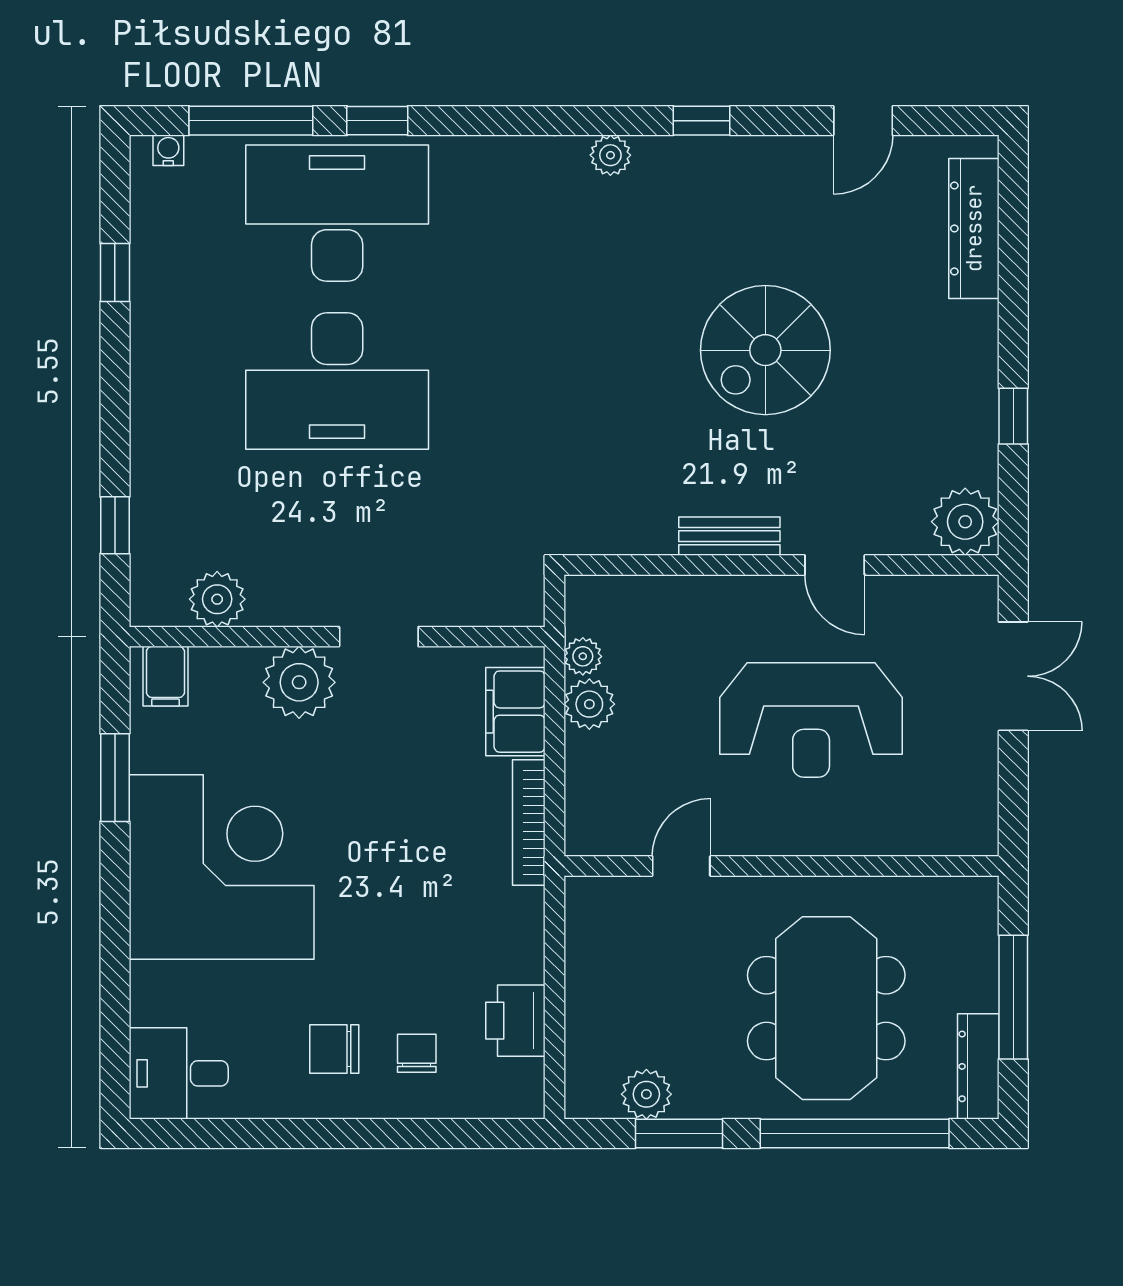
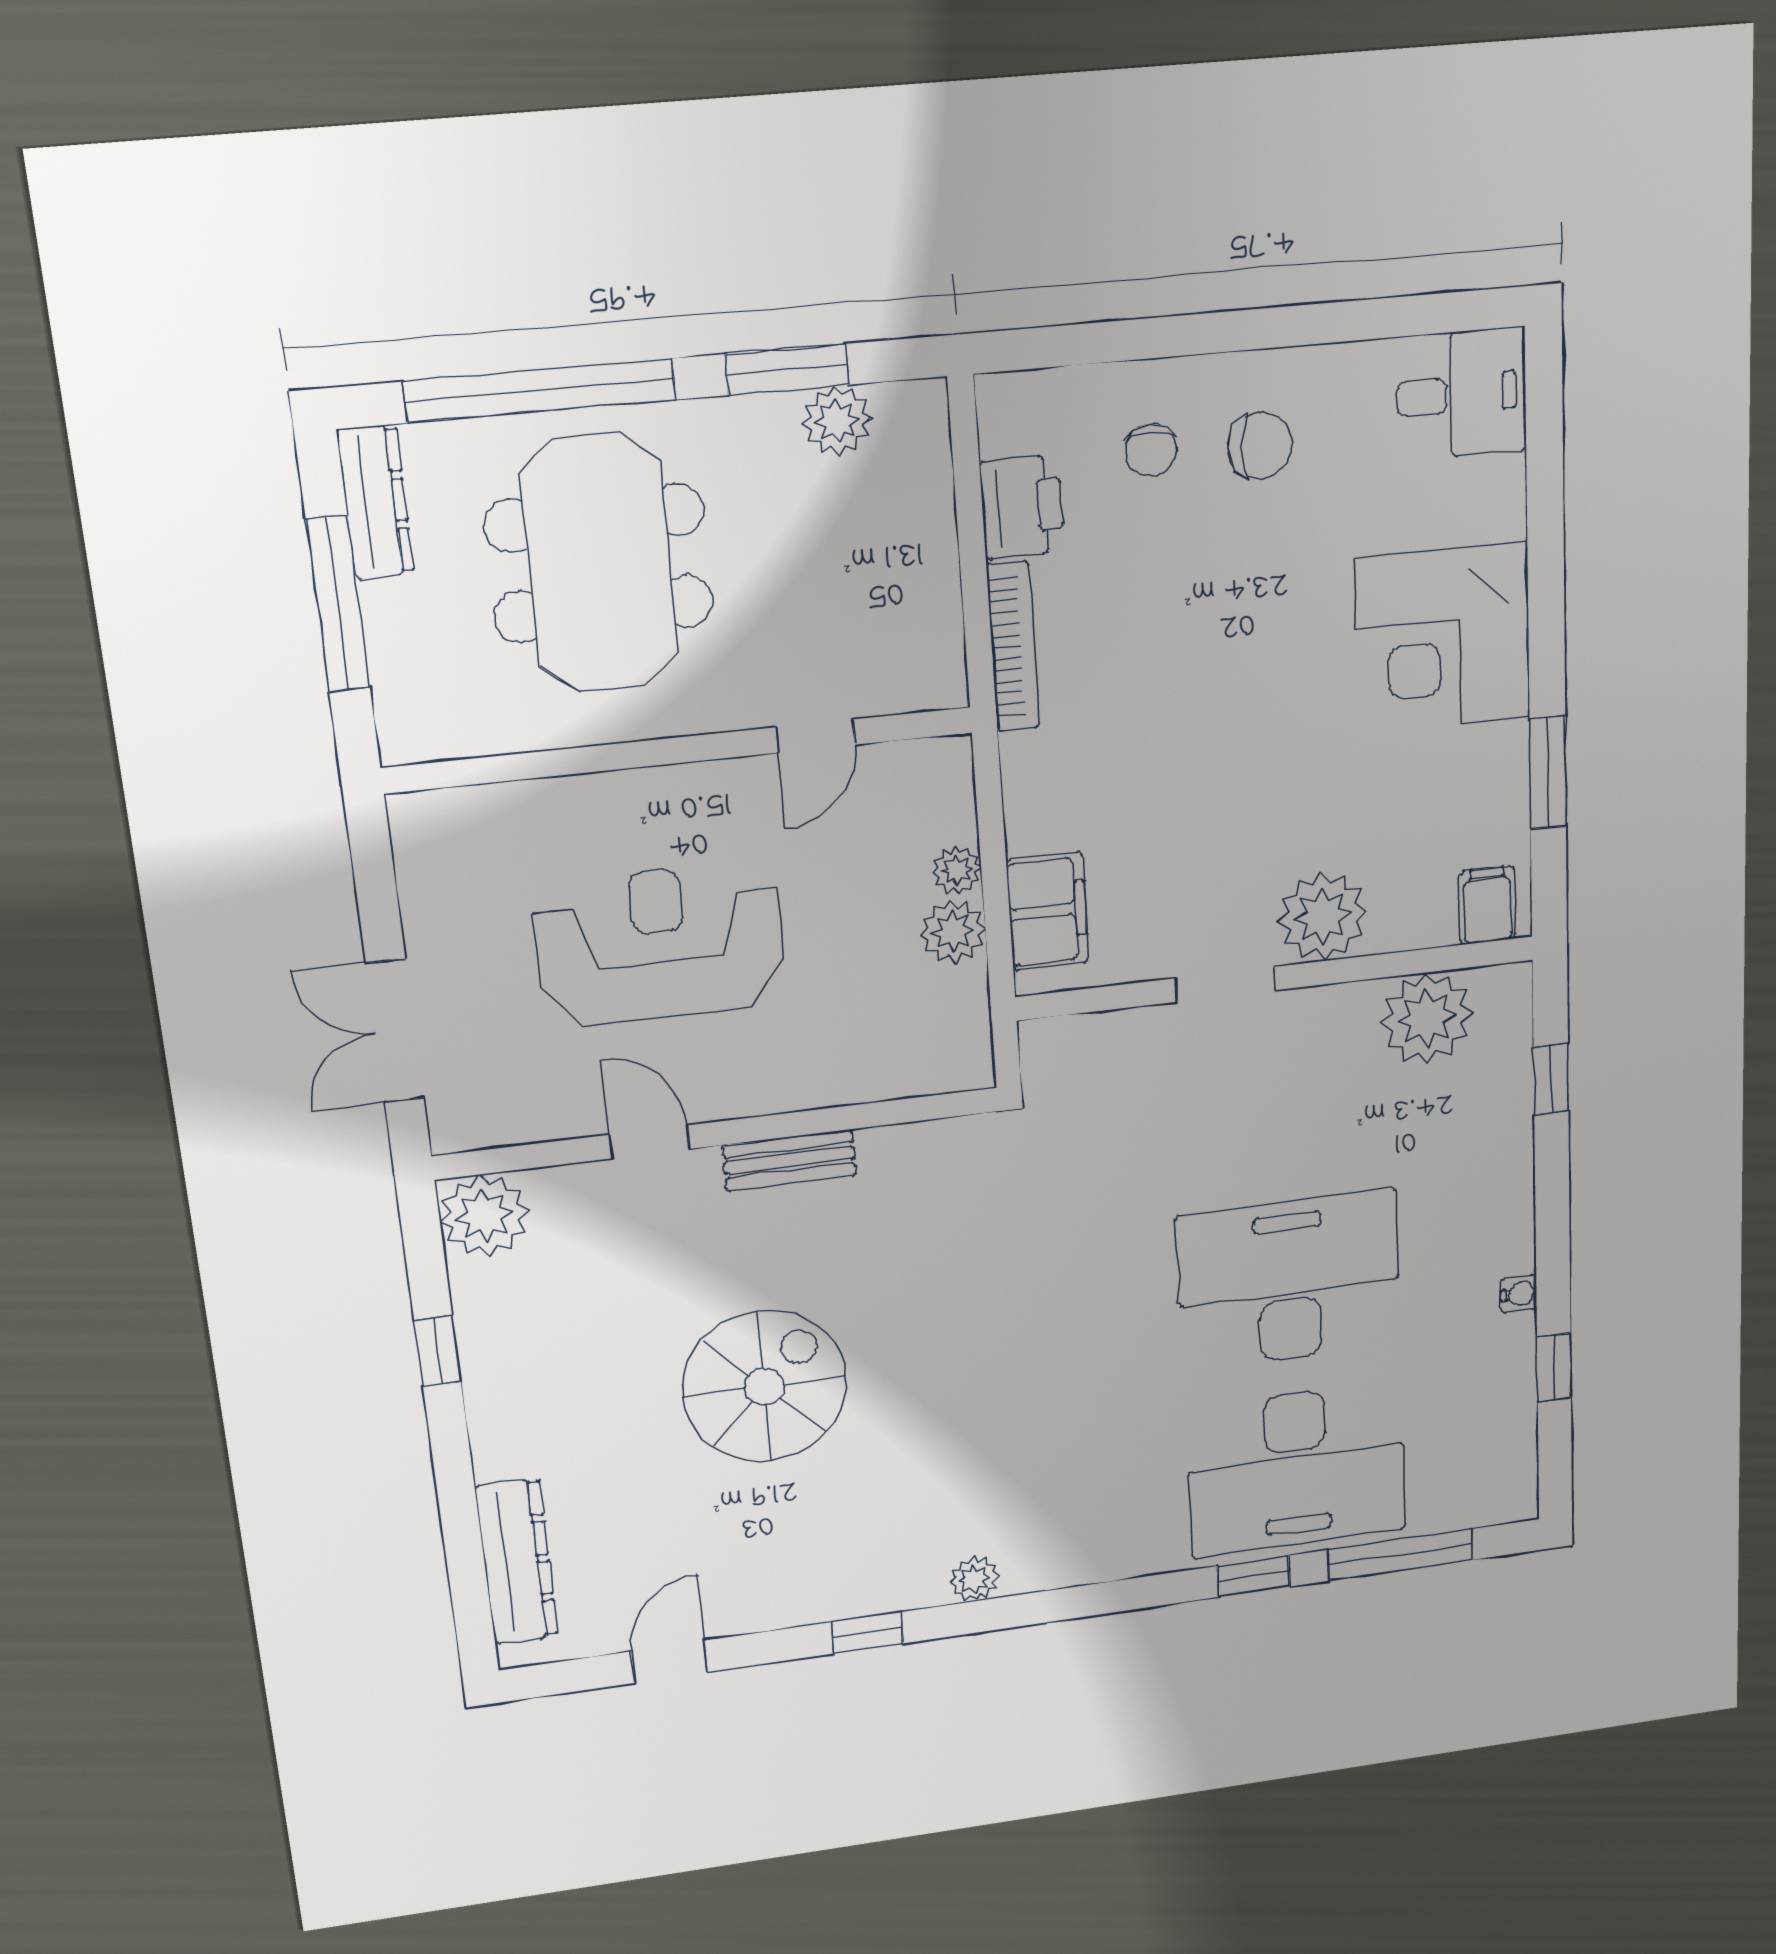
water cooler: (168, 150) -> (1519, 1294), moved, turned -90
plant: (217, 599) -> (1427, 1018), width x1.36, depth x1.36
plant: (583, 656) -> (957, 870), moved
bookcase: (529, 823) -> (1013, 646), moved
corner desk: (222, 867) -> (1443, 638), width x0.74, depth x0.74

